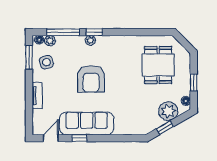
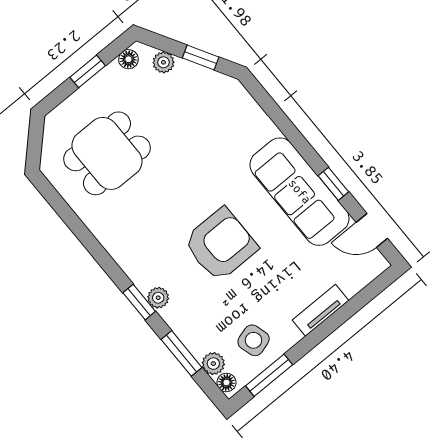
window: (63, 32) -> (182, 353), width x0.69
plant: (168, 111) -> (163, 62), width x0.53, depth x0.53

